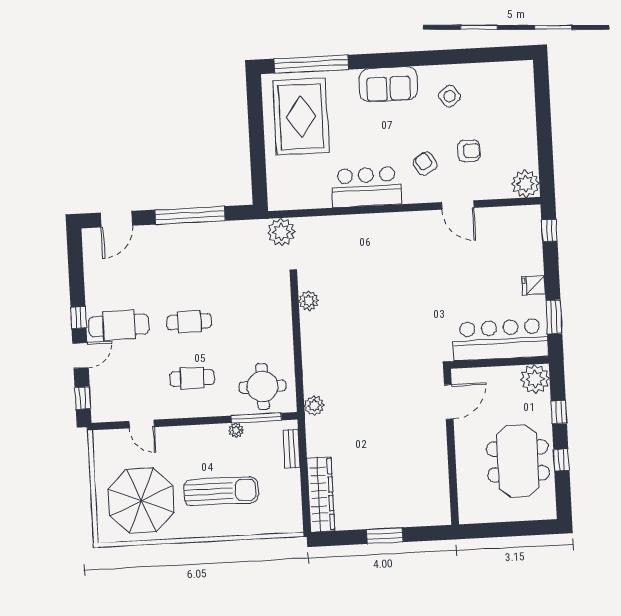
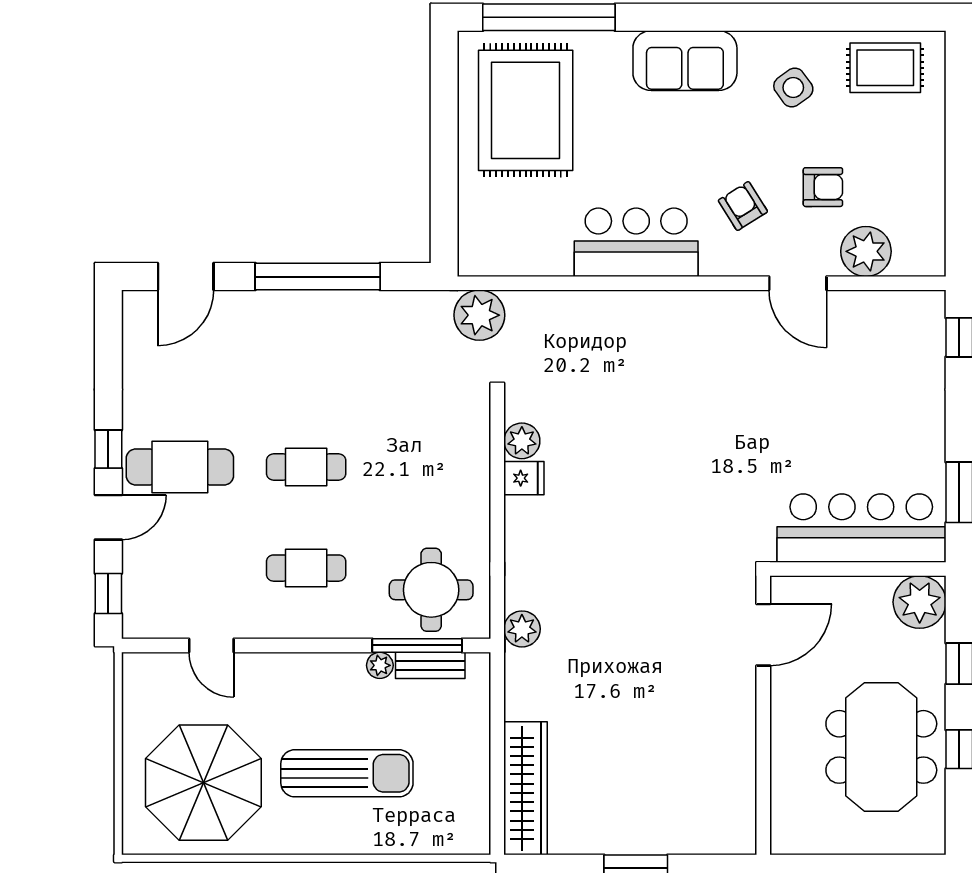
rug: (500, 82) -> (885, 68), added
plant: (525, 184) -> (866, 251), moved
fridge: (534, 285) -> (524, 478), moved, turned 180
bench: (292, 449) -> (430, 665), moved, turned 90

